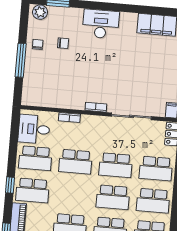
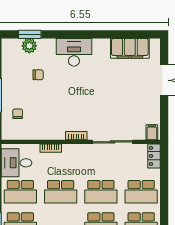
plant: (40, 12) -> (29, 46), moved
chair: (38, 44) -> (18, 114), moved

